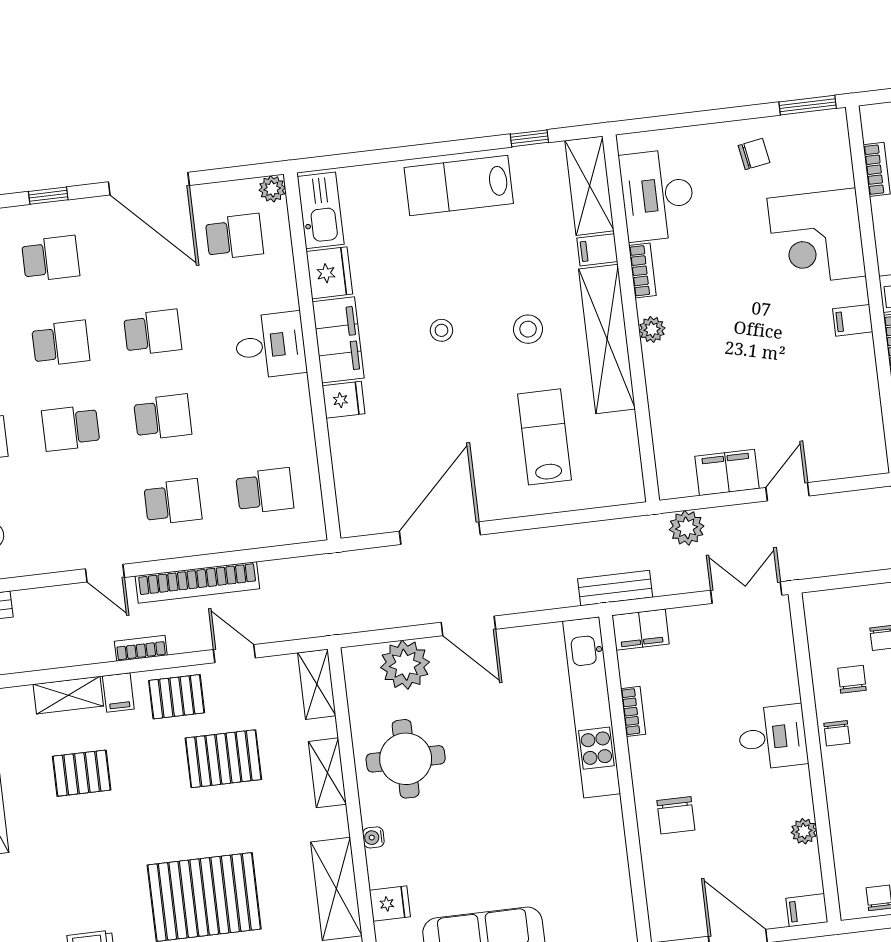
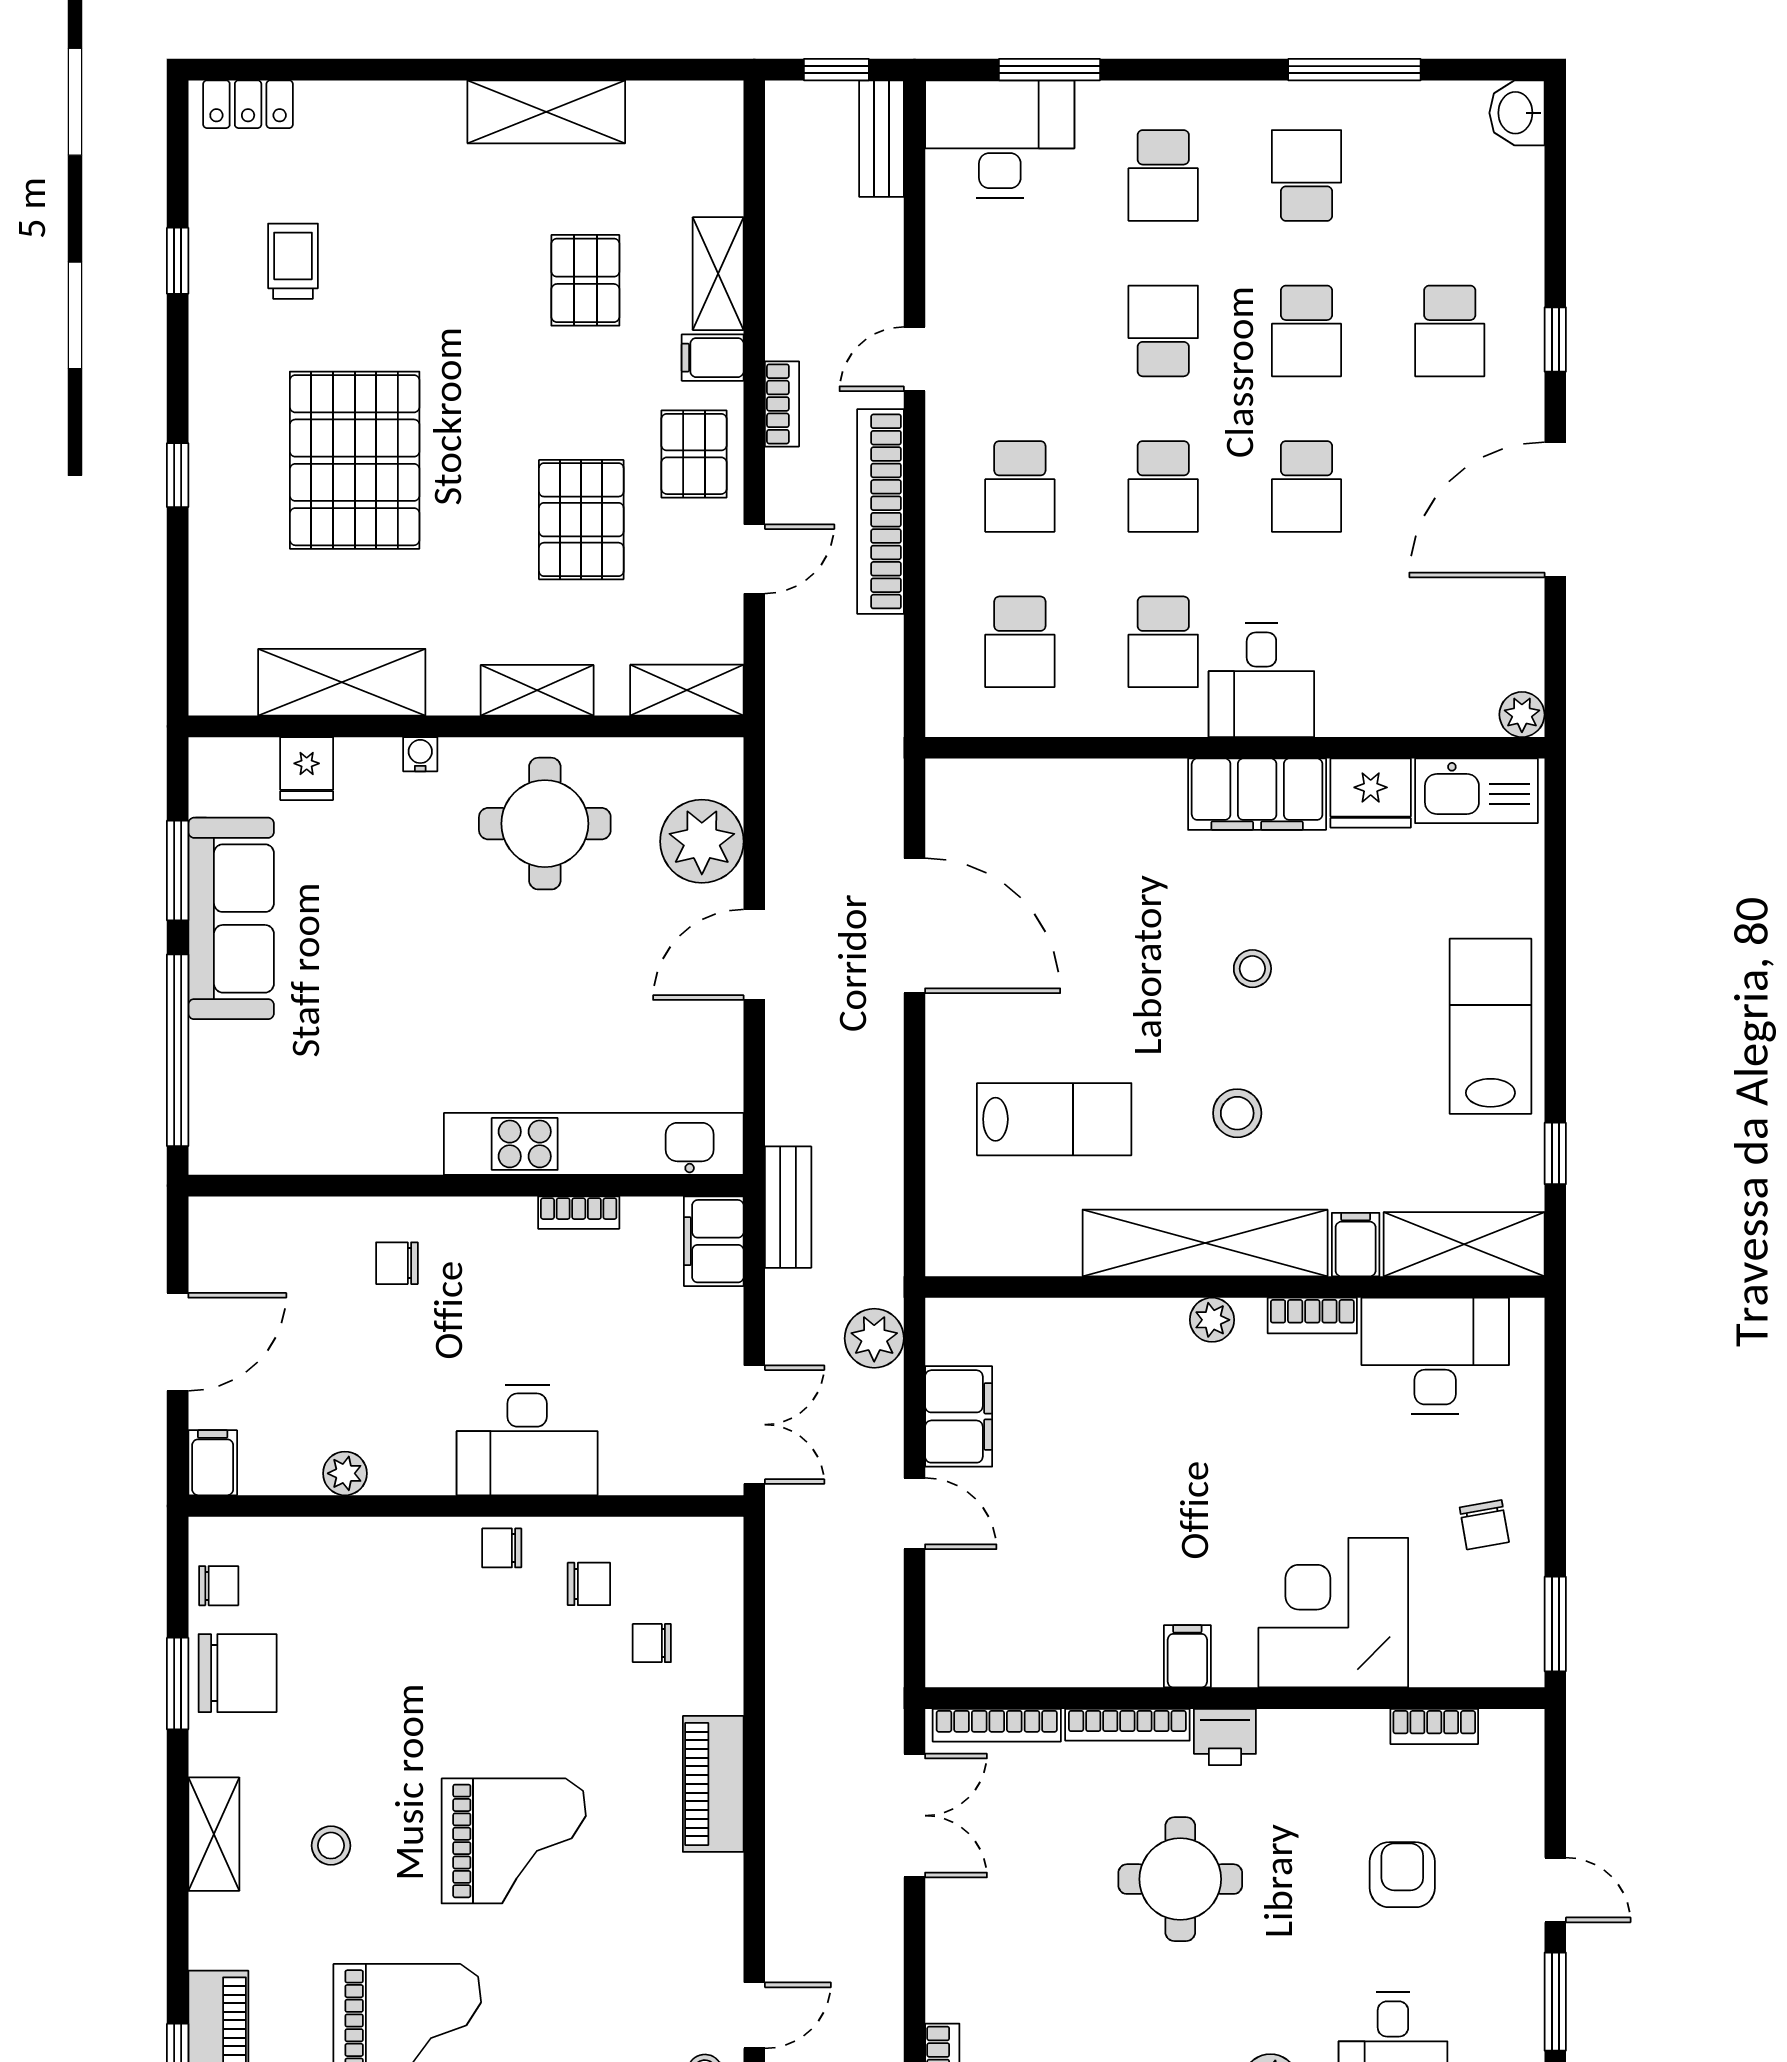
school desk: (234, 237) -> (1163, 642), moved
fridge: (343, 400) -> (1156, 791), removed
desk: (773, 737) -> (527, 1440), width x1.37
chair: (676, 815) -> (397, 1263), width x0.73, depth x0.73

